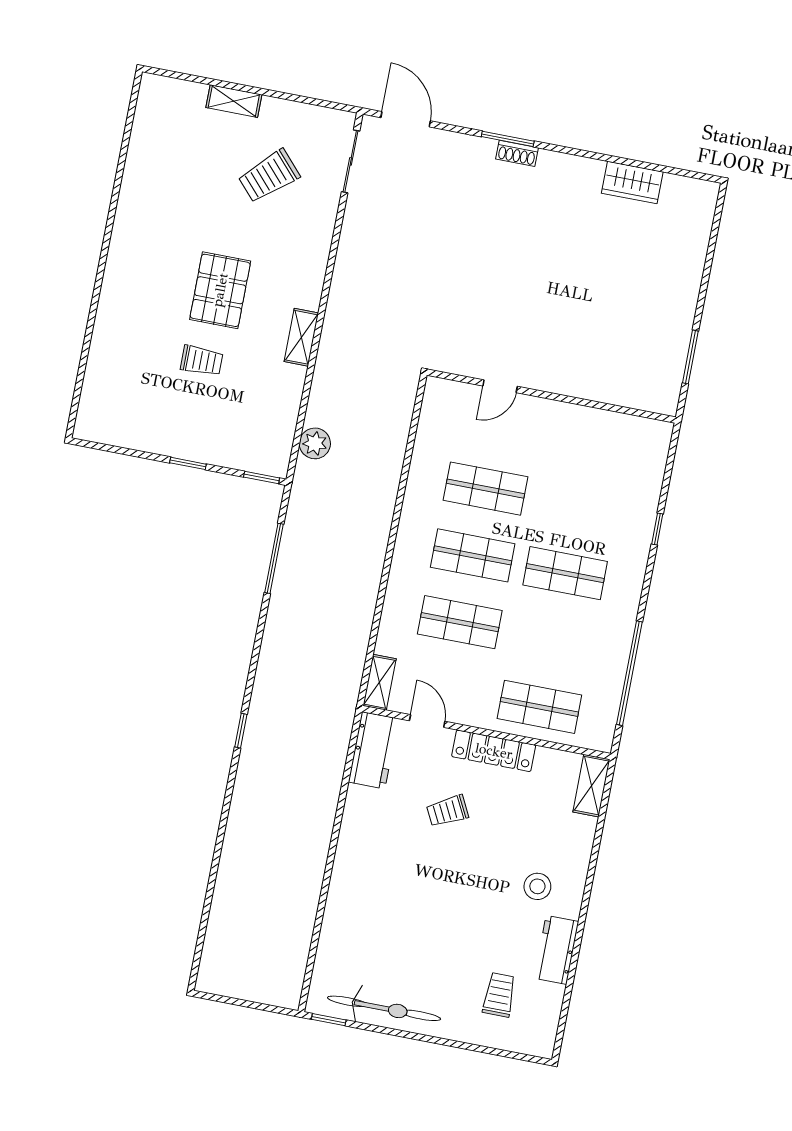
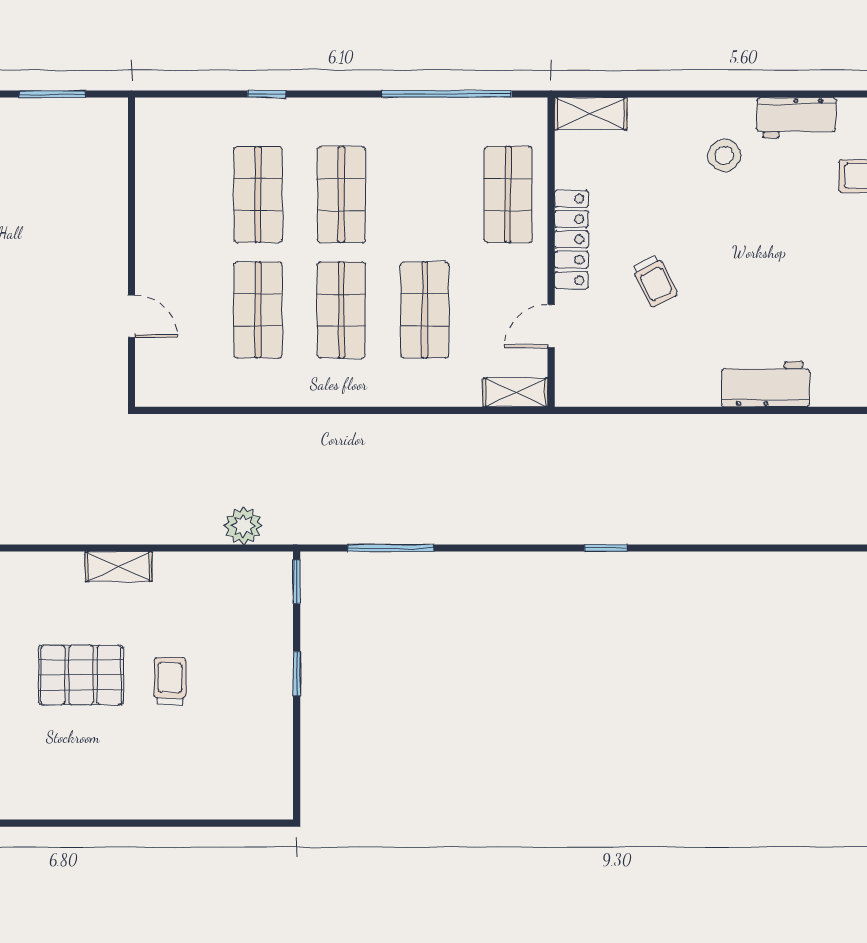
shop shelf: (578, 506) -> (258, 195), added
workbench: (373, 750) -> (765, 384), moved

